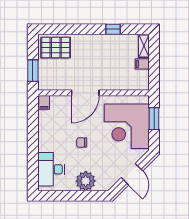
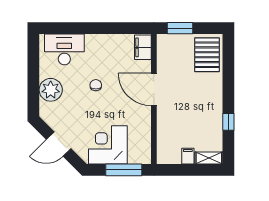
filing cabinet: (44, 102) -> (143, 47), width x2.00
window: (154, 119) -> (124, 170), width x1.44
corner desk: (127, 126) -> (108, 145), width x0.74, depth x0.74

